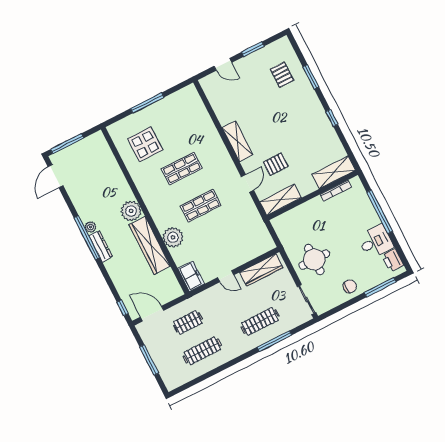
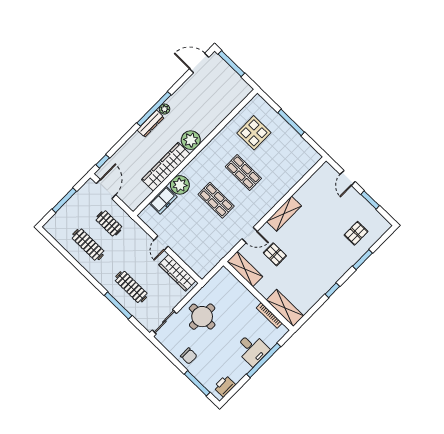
desk: (376, 242) -> (252, 349), moved
freezer: (191, 276) -> (163, 200), moved

